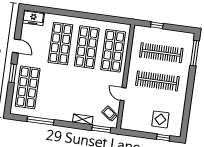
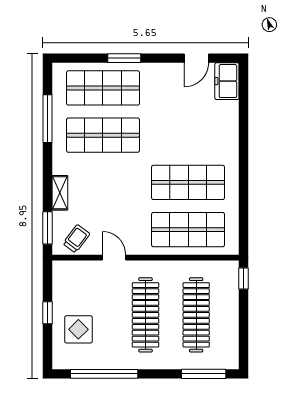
window: (157, 25) -> (243, 279), moved
shop shelf: (60, 44) -> (103, 135), moved
door: (16, 46) -> (196, 58), moved
door: (123, 94) -> (114, 258), hinge flipped
window: (187, 109) -> (104, 374), added
window: (163, 137) -> (48, 313), moved

